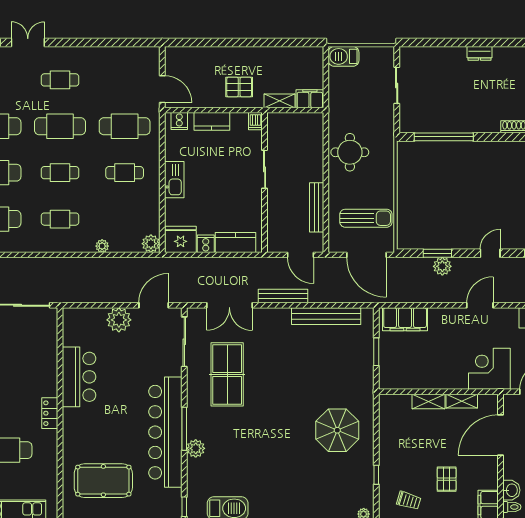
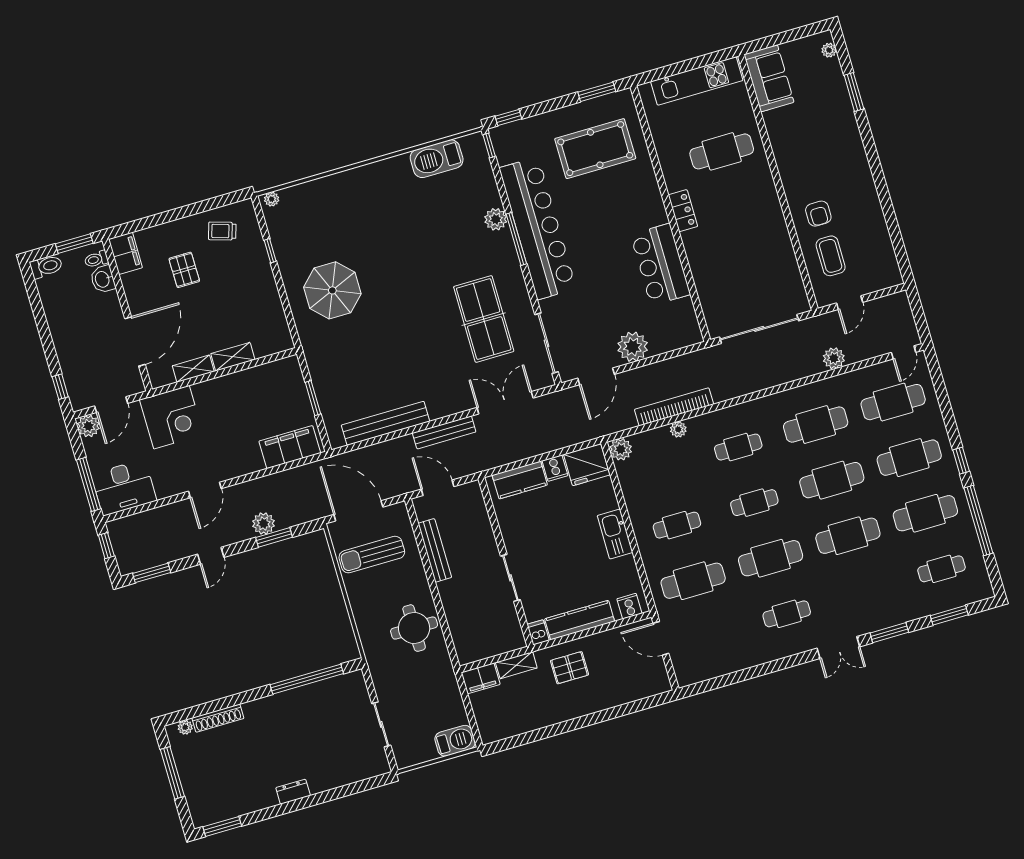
kitchen counter: (212, 121) -> (580, 620), width x1.50
bookcase: (100, 264) -> (674, 407), added

